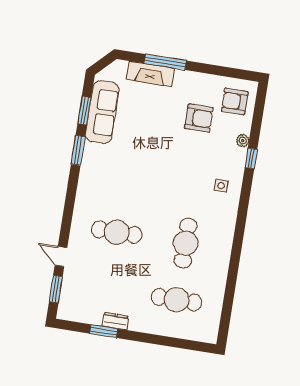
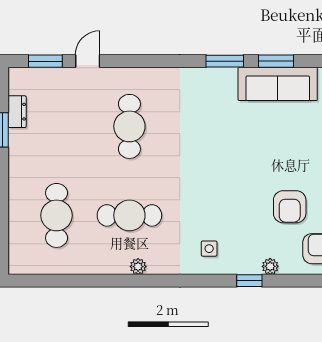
plant: (226, 243) -> (138, 267), added
dresser: (115, 321) -> (17, 112), moved

